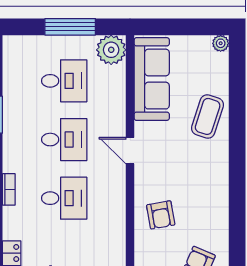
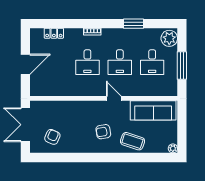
plant: (111, 50) -> (169, 38), moved
door: (130, 151) -> (114, 98), hinge flipped
armchair: (161, 215) -> (103, 132), moved

